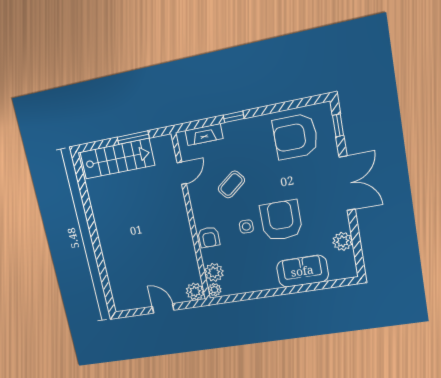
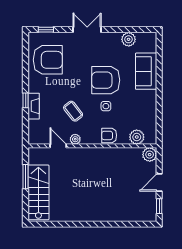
fireplace: (204, 135) -> (34, 106), moved
armchair: (295, 137) -> (48, 60), turned -90
double door: (347, 183) -> (87, 30), width x0.73
armchair: (209, 237) -> (109, 135), turned 180
plant: (215, 290) -> (75, 139), moved
window: (135, 312) -> (159, 206), added

